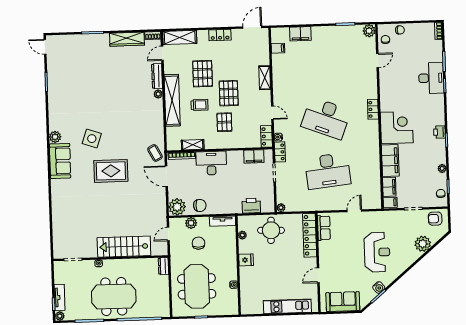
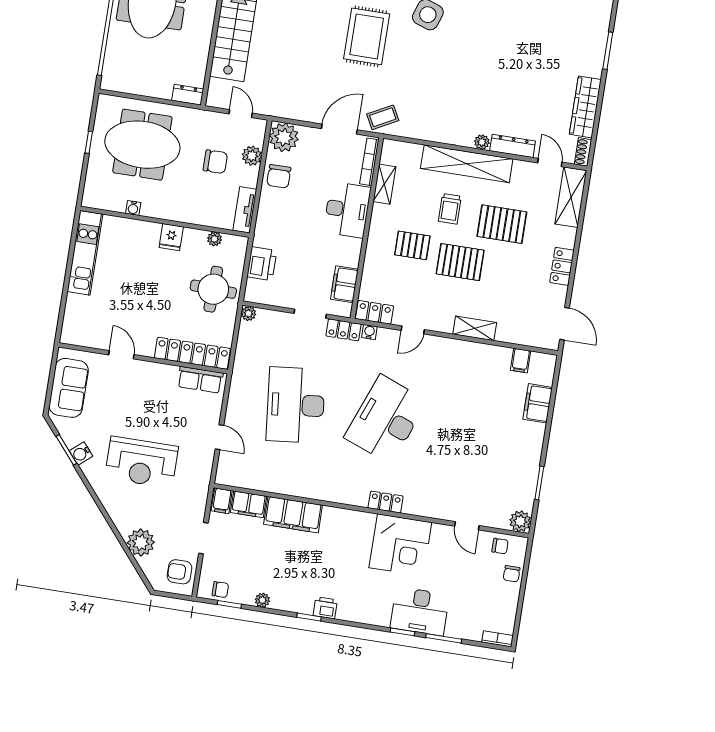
corner desk: (397, 128) -> (400, 545), moved
armchair: (435, 219) -> (179, 572), turned -90
kitchen unit: (287, 306) -> (85, 253), moved

